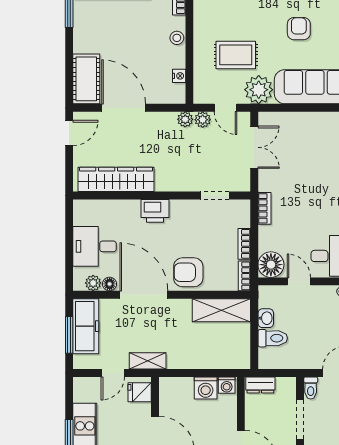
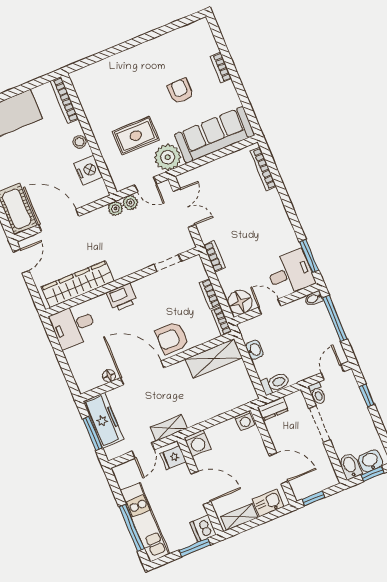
nightstand: (179, 76) -> (88, 170), width x1.89, depth x1.79
desk: (95, 246) -> (73, 326), moved
plant: (93, 283) -> (95, 381), removed
toilet: (273, 338) -> (275, 383), moved
washing machine: (206, 388) -> (197, 443), moved

